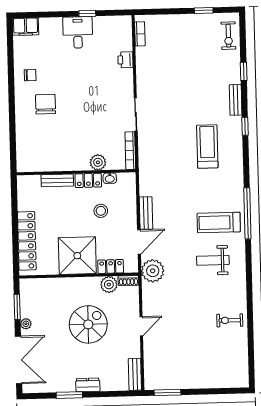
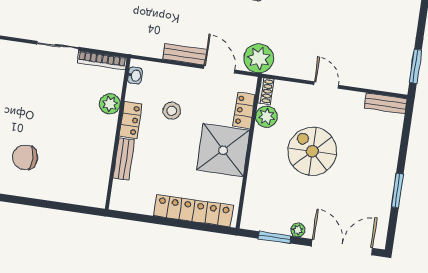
washbasin: (110, 178) -> (135, 75), moved
dresser: (88, 385) -> (389, 165), removed

